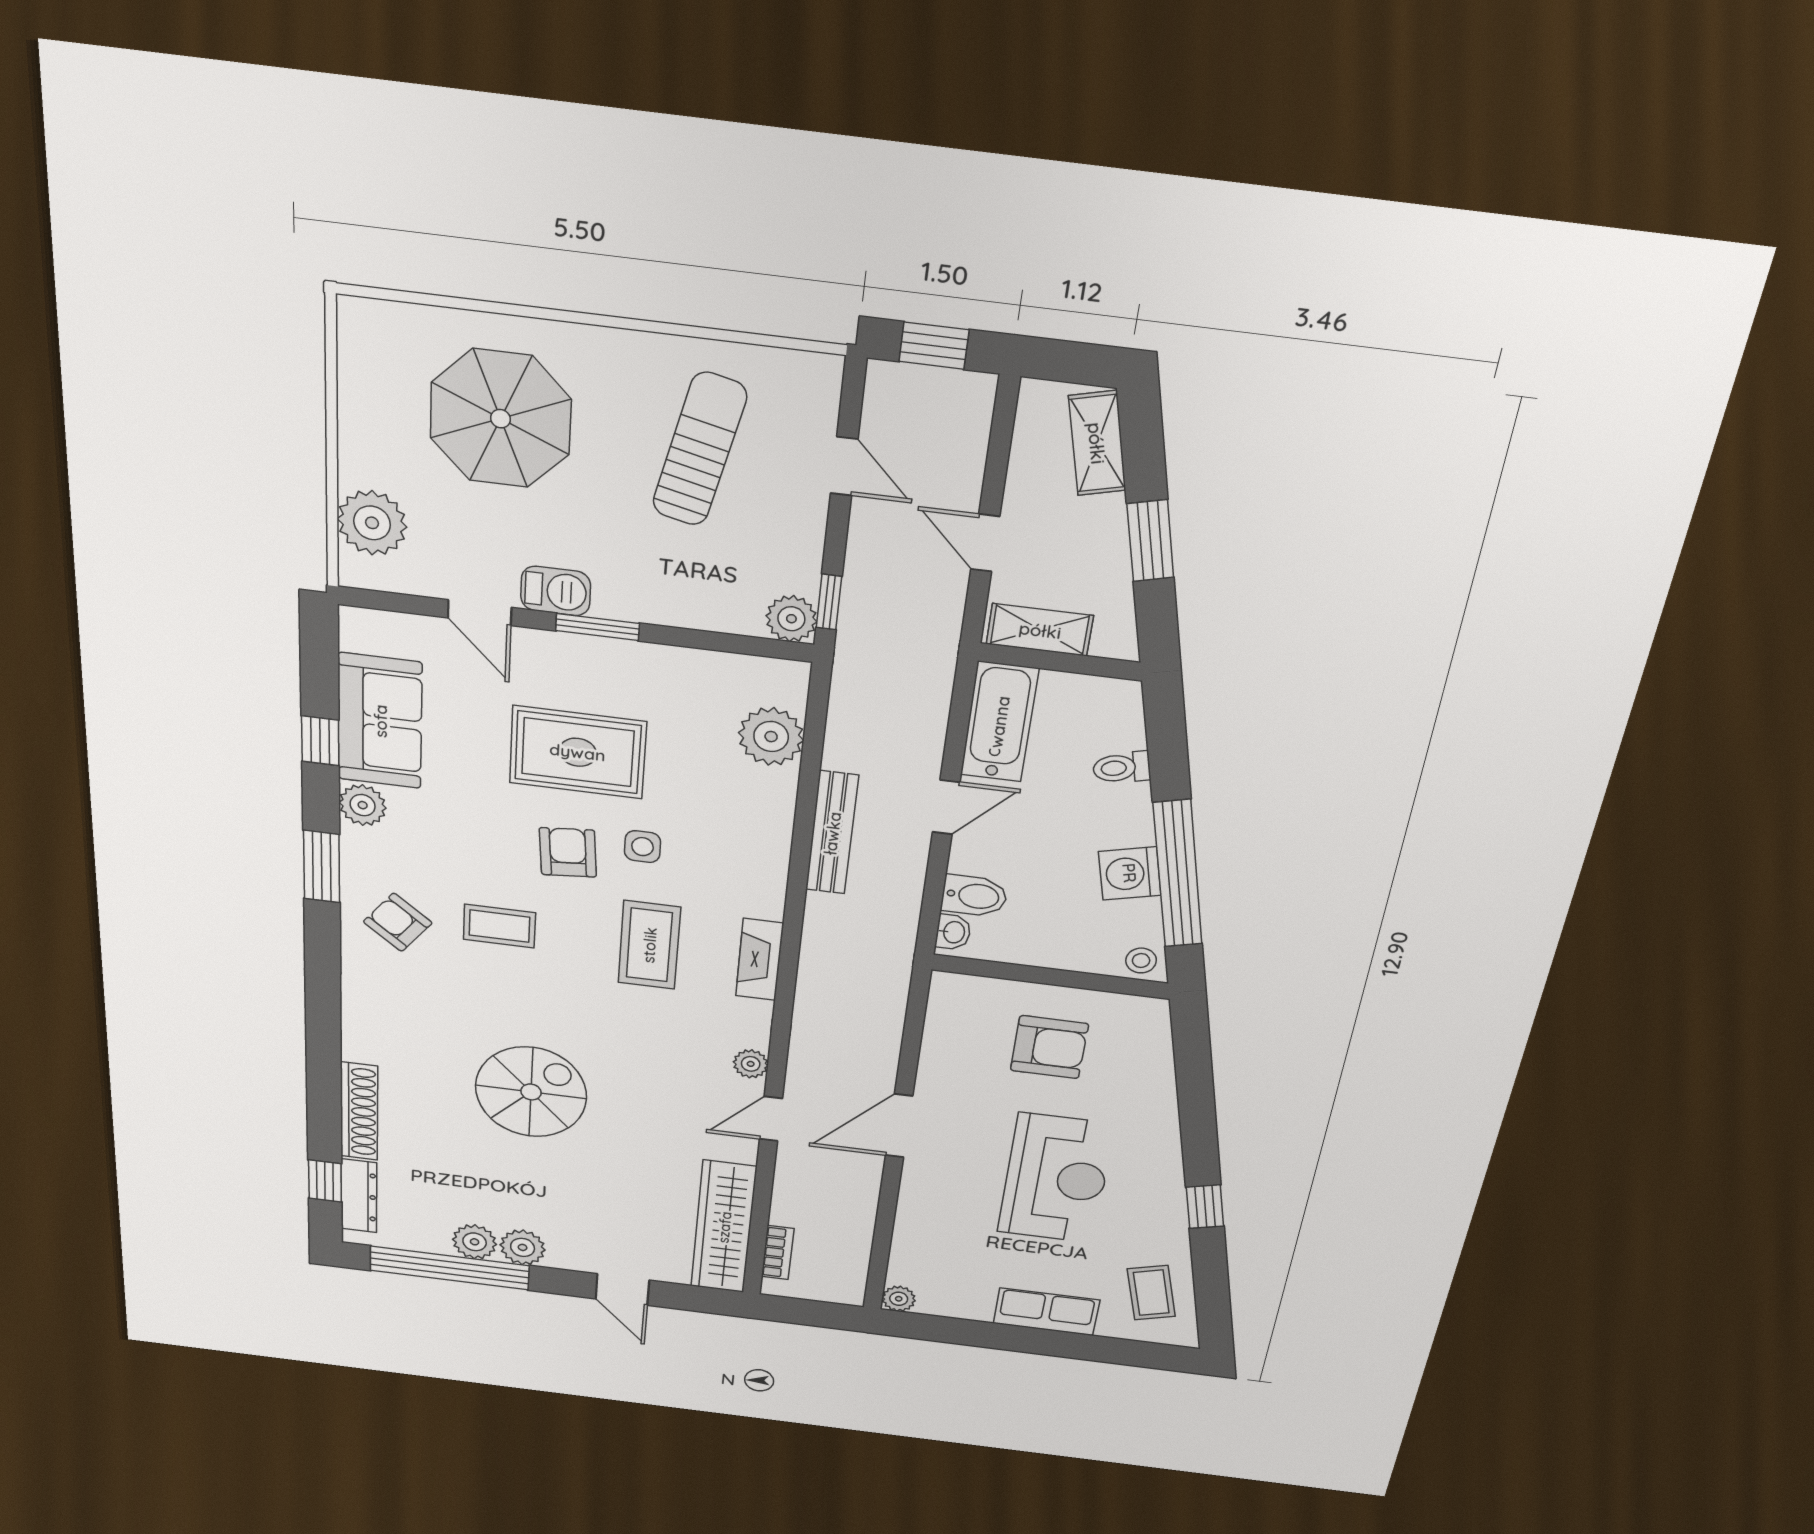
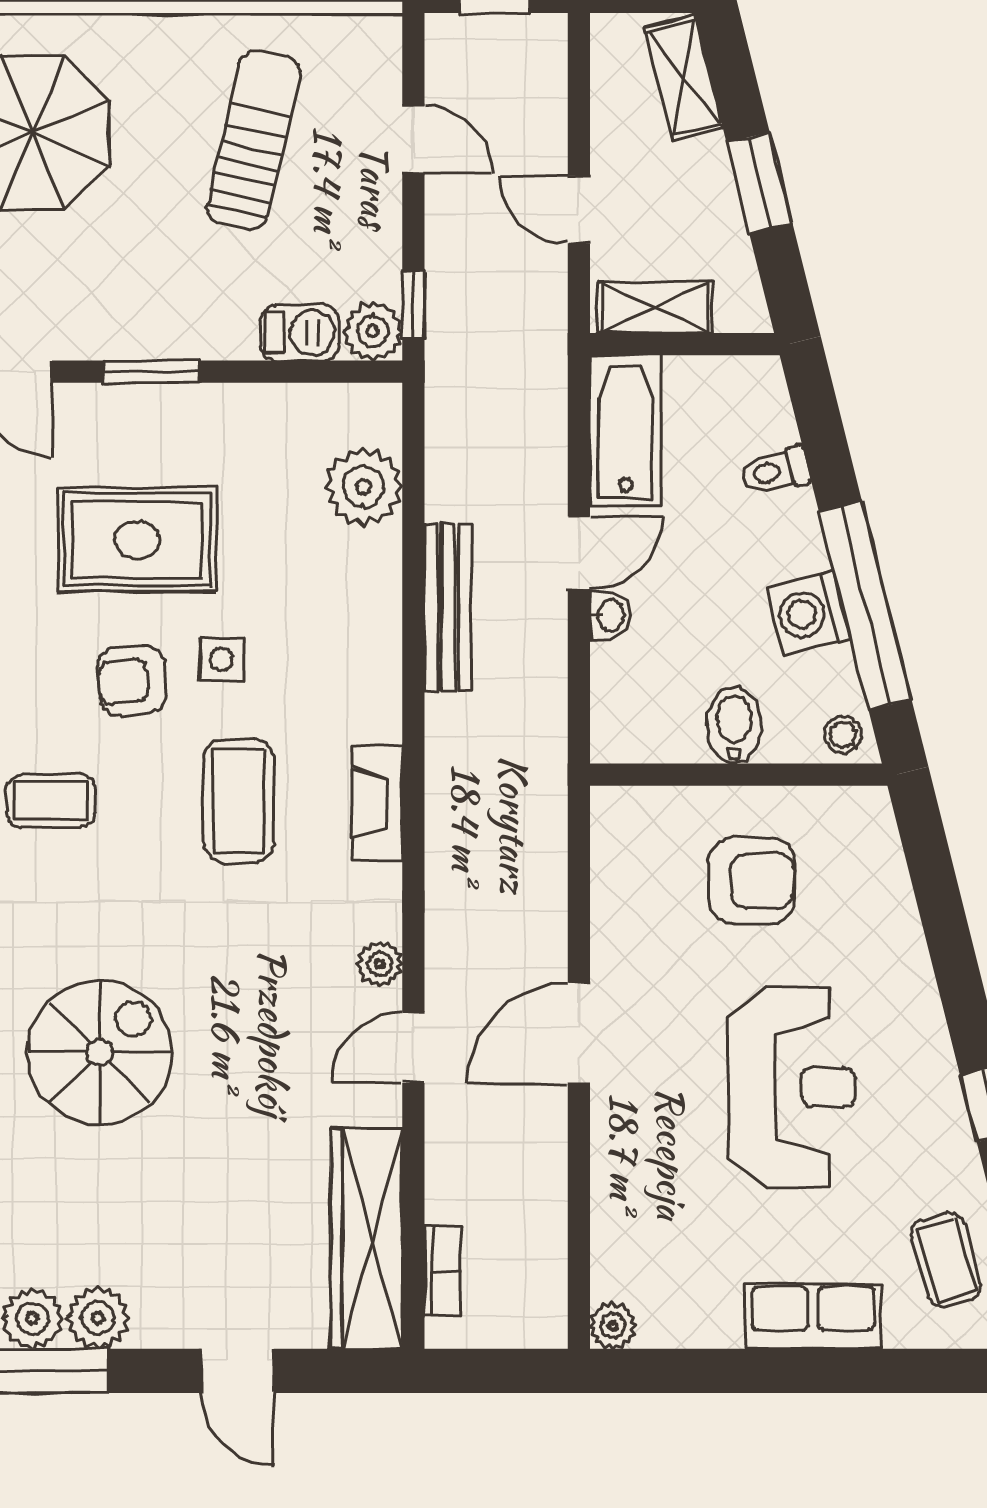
barbecue: (556, 591) -> (300, 333), moved
armchair: (568, 852) -> (132, 681), turned -91
bidet: (974, 896) -> (734, 725), moved, turned -90
washbasin: (953, 932) -> (610, 616), moved

